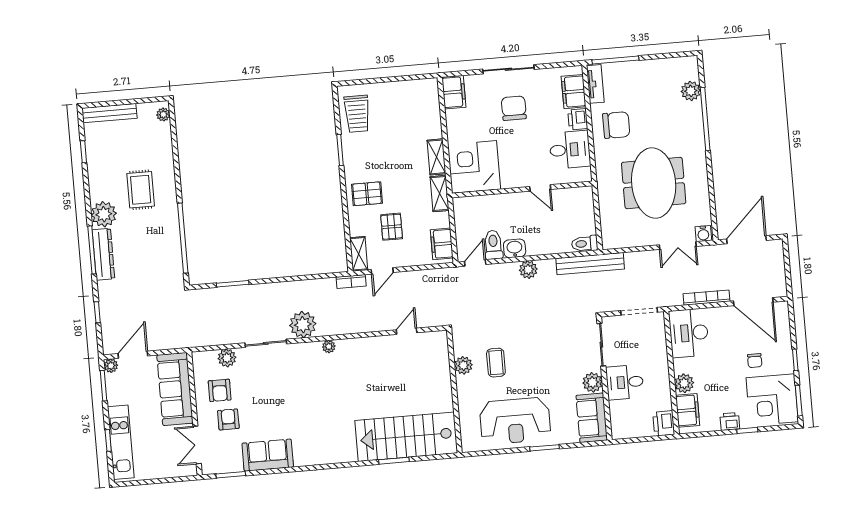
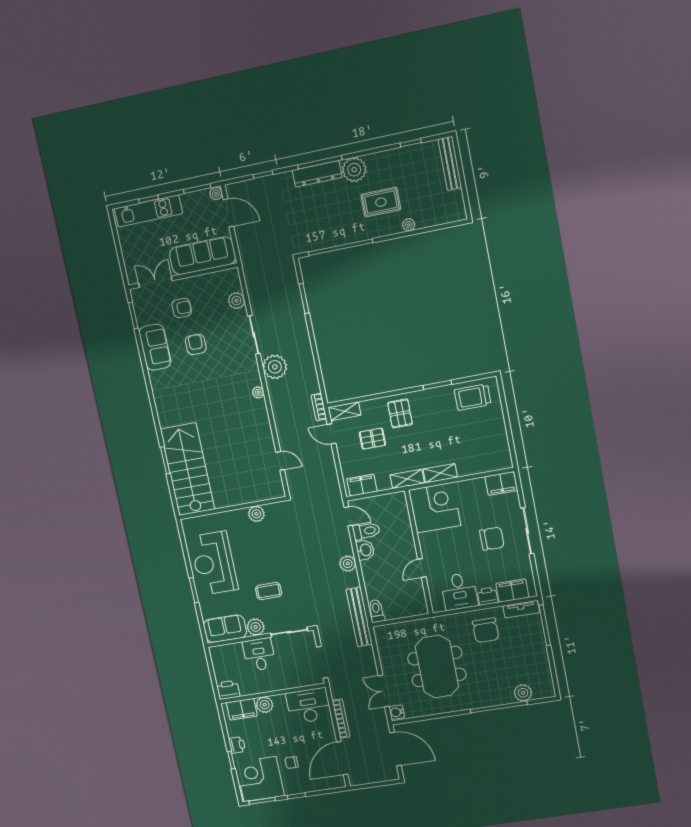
plant: (163, 114) -> (409, 225), moved
meeting table: (654, 183) -> (437, 667), turned 90
coffee table: (496, 363) -> (269, 591), moved
armchair: (220, 390) -> (196, 344), moved, turned 90

